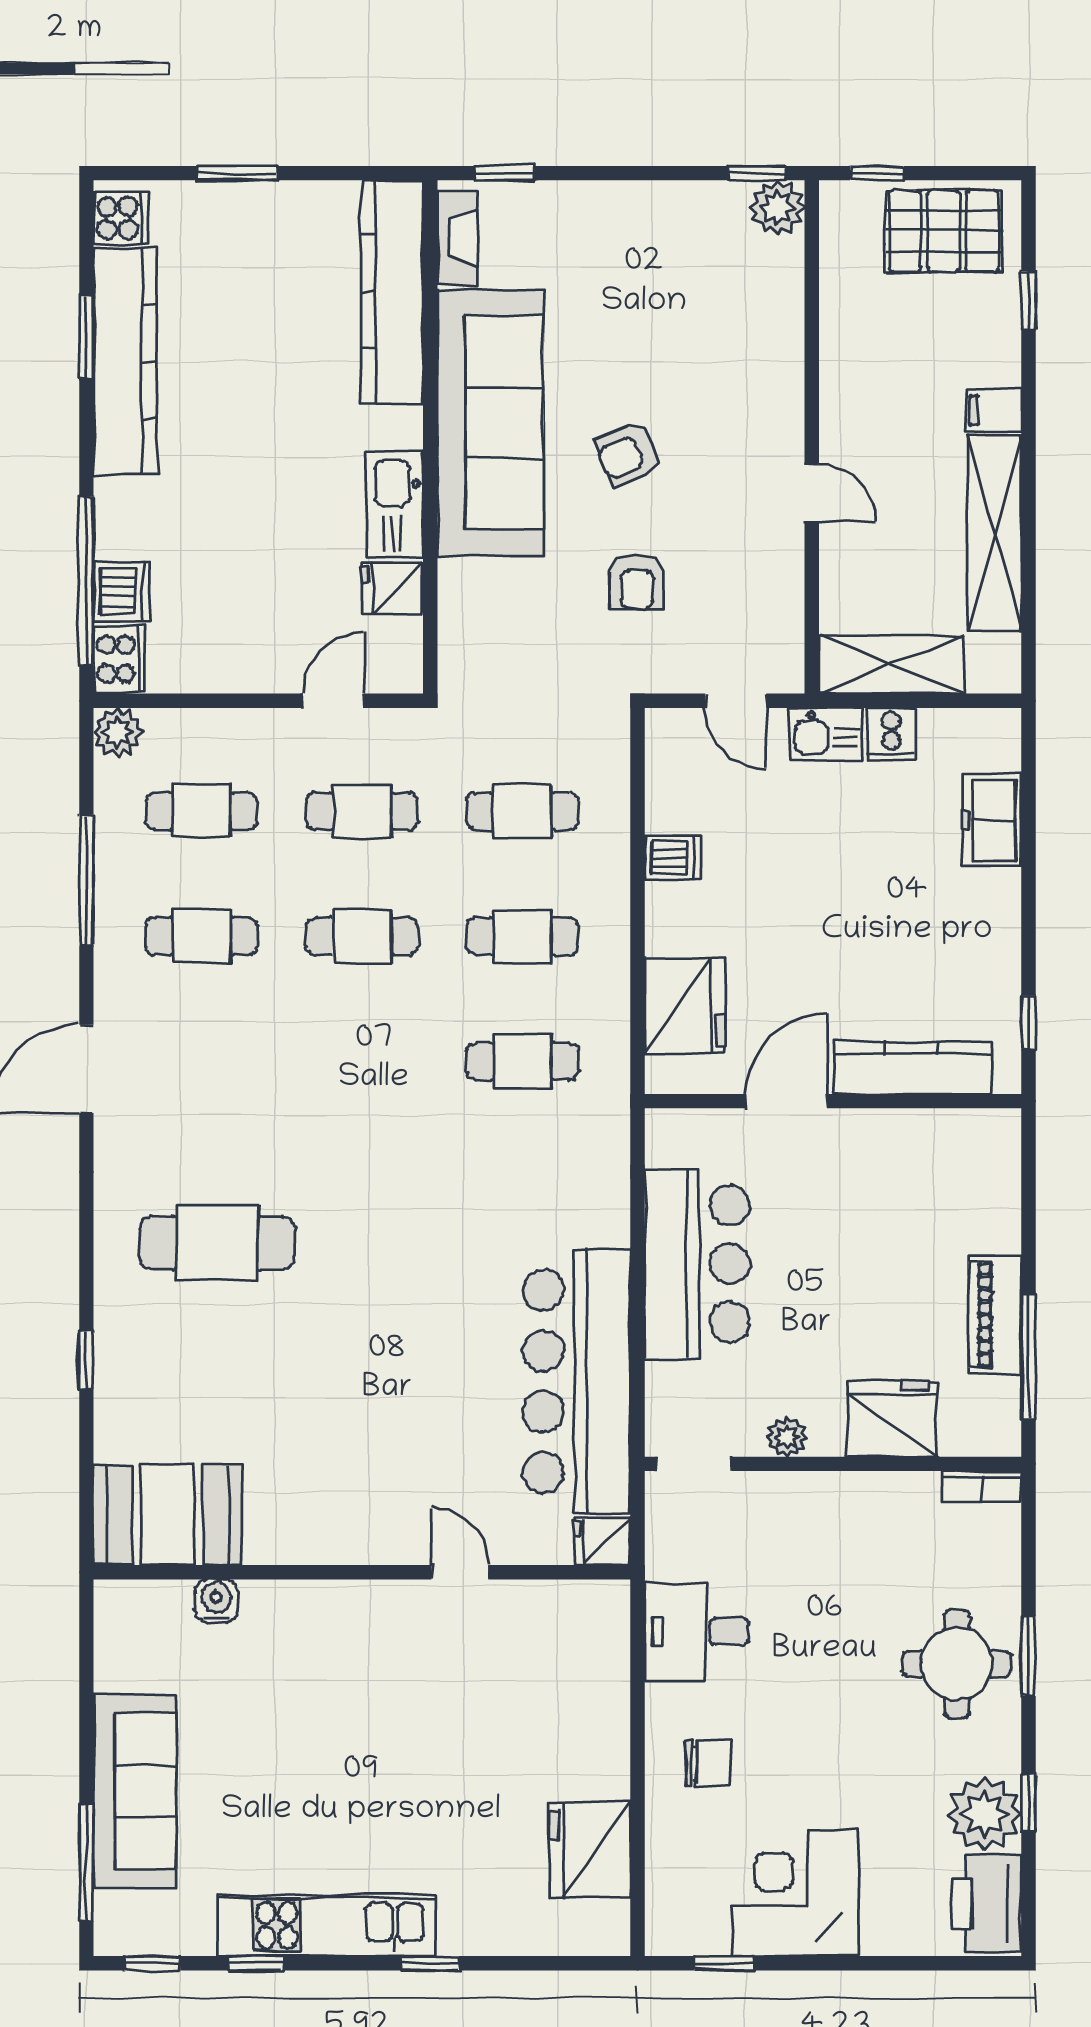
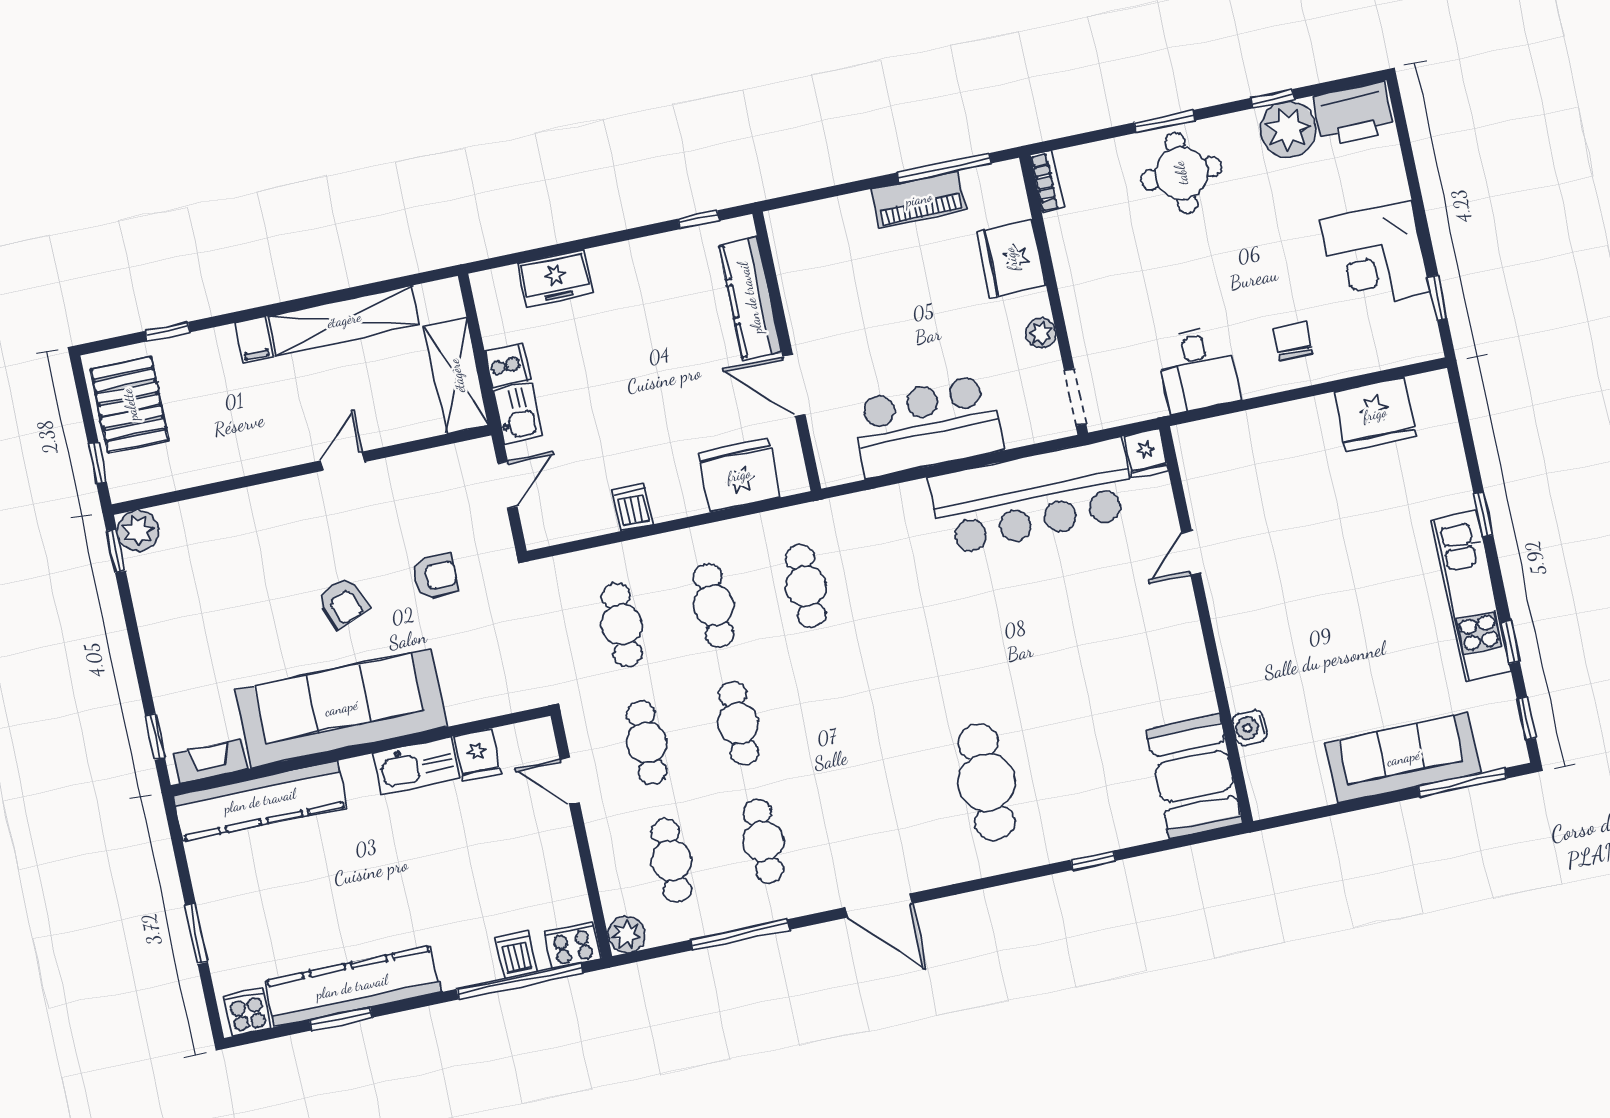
dishwasher: (122, 592) -> (516, 954), width x0.73

